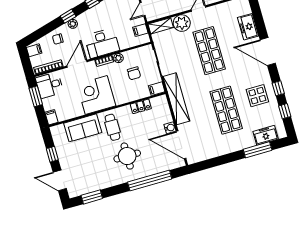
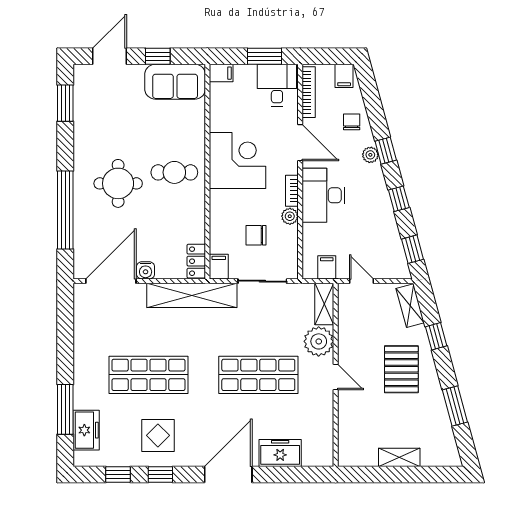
locker: (141, 106) -> (196, 261), moved
sofa: (83, 128) -> (175, 82), moved, turned -90

